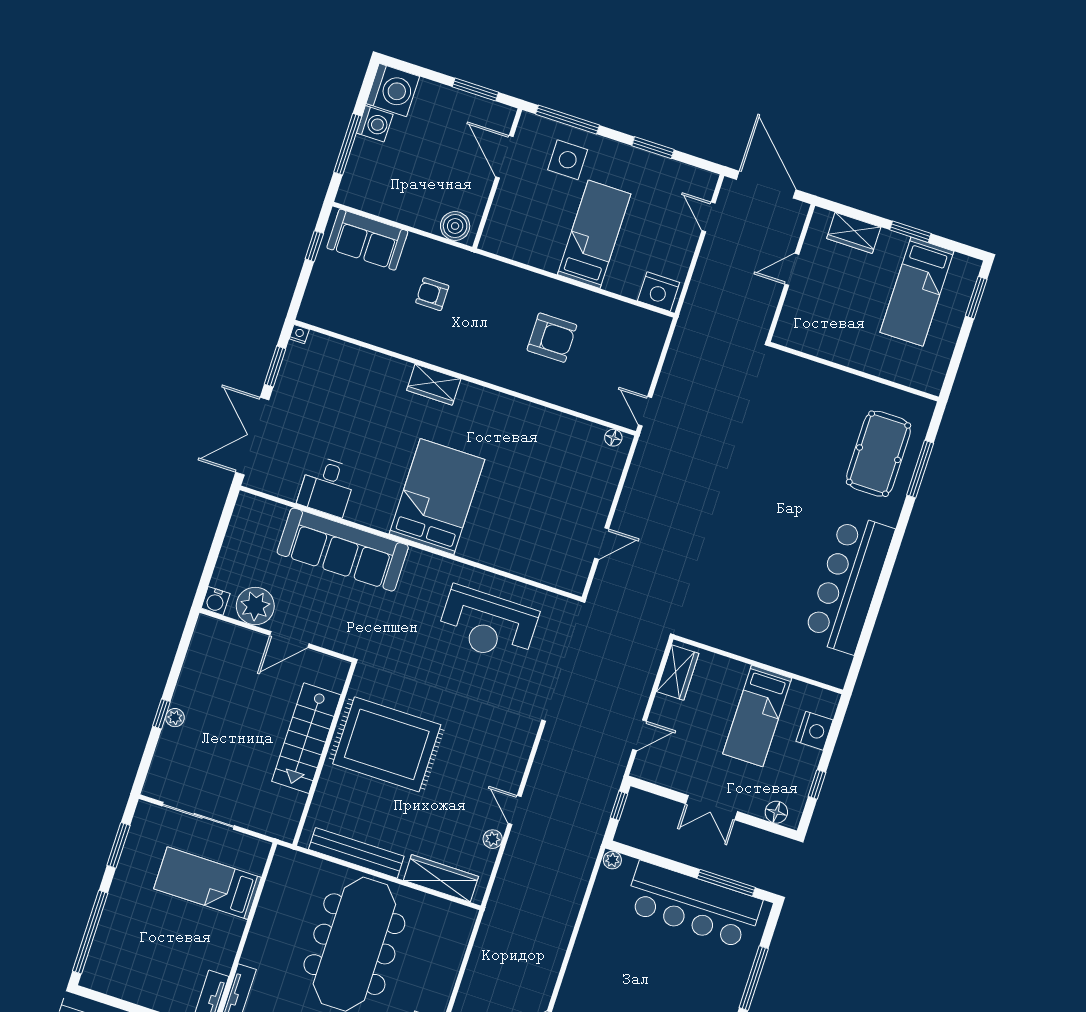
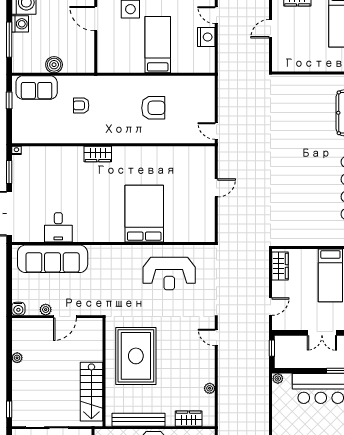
boiler: (455, 226) -> (54, 65), moved
nightstand: (659, 292) -> (206, 37), moved, turned -90
floor lamp: (613, 438) -> (204, 151), removed
bed: (437, 497) -> (144, 214), moved
door: (602, 543) -> (216, 188), moved
sofa: (343, 550) -> (53, 259), moved
plant: (255, 606) -> (46, 310), width x0.53, depth x0.53
window: (161, 714) -> (9, 409), moved
plant: (175, 718) -> (17, 358), moved
stairs: (306, 738) -> (91, 392), moved
rug: (387, 744) -> (136, 356), turned 90
door: (515, 810) -> (216, 338), moved
wardrobe: (441, 878) -> (189, 419), width x0.67

